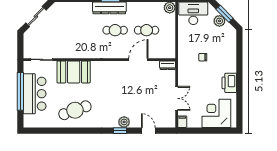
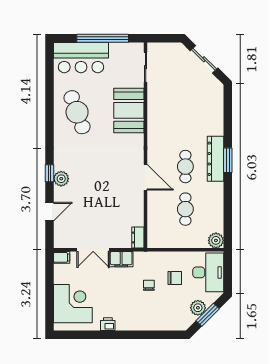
chair: (197, 38) -> (175, 278), added
door: (138, 60) -> (146, 177), moved
filing cabinet: (184, 78) -> (121, 259), added
printer: (229, 83) -> (108, 324), width x0.53, depth x0.68
bar counter: (35, 94) -> (81, 58), moved

